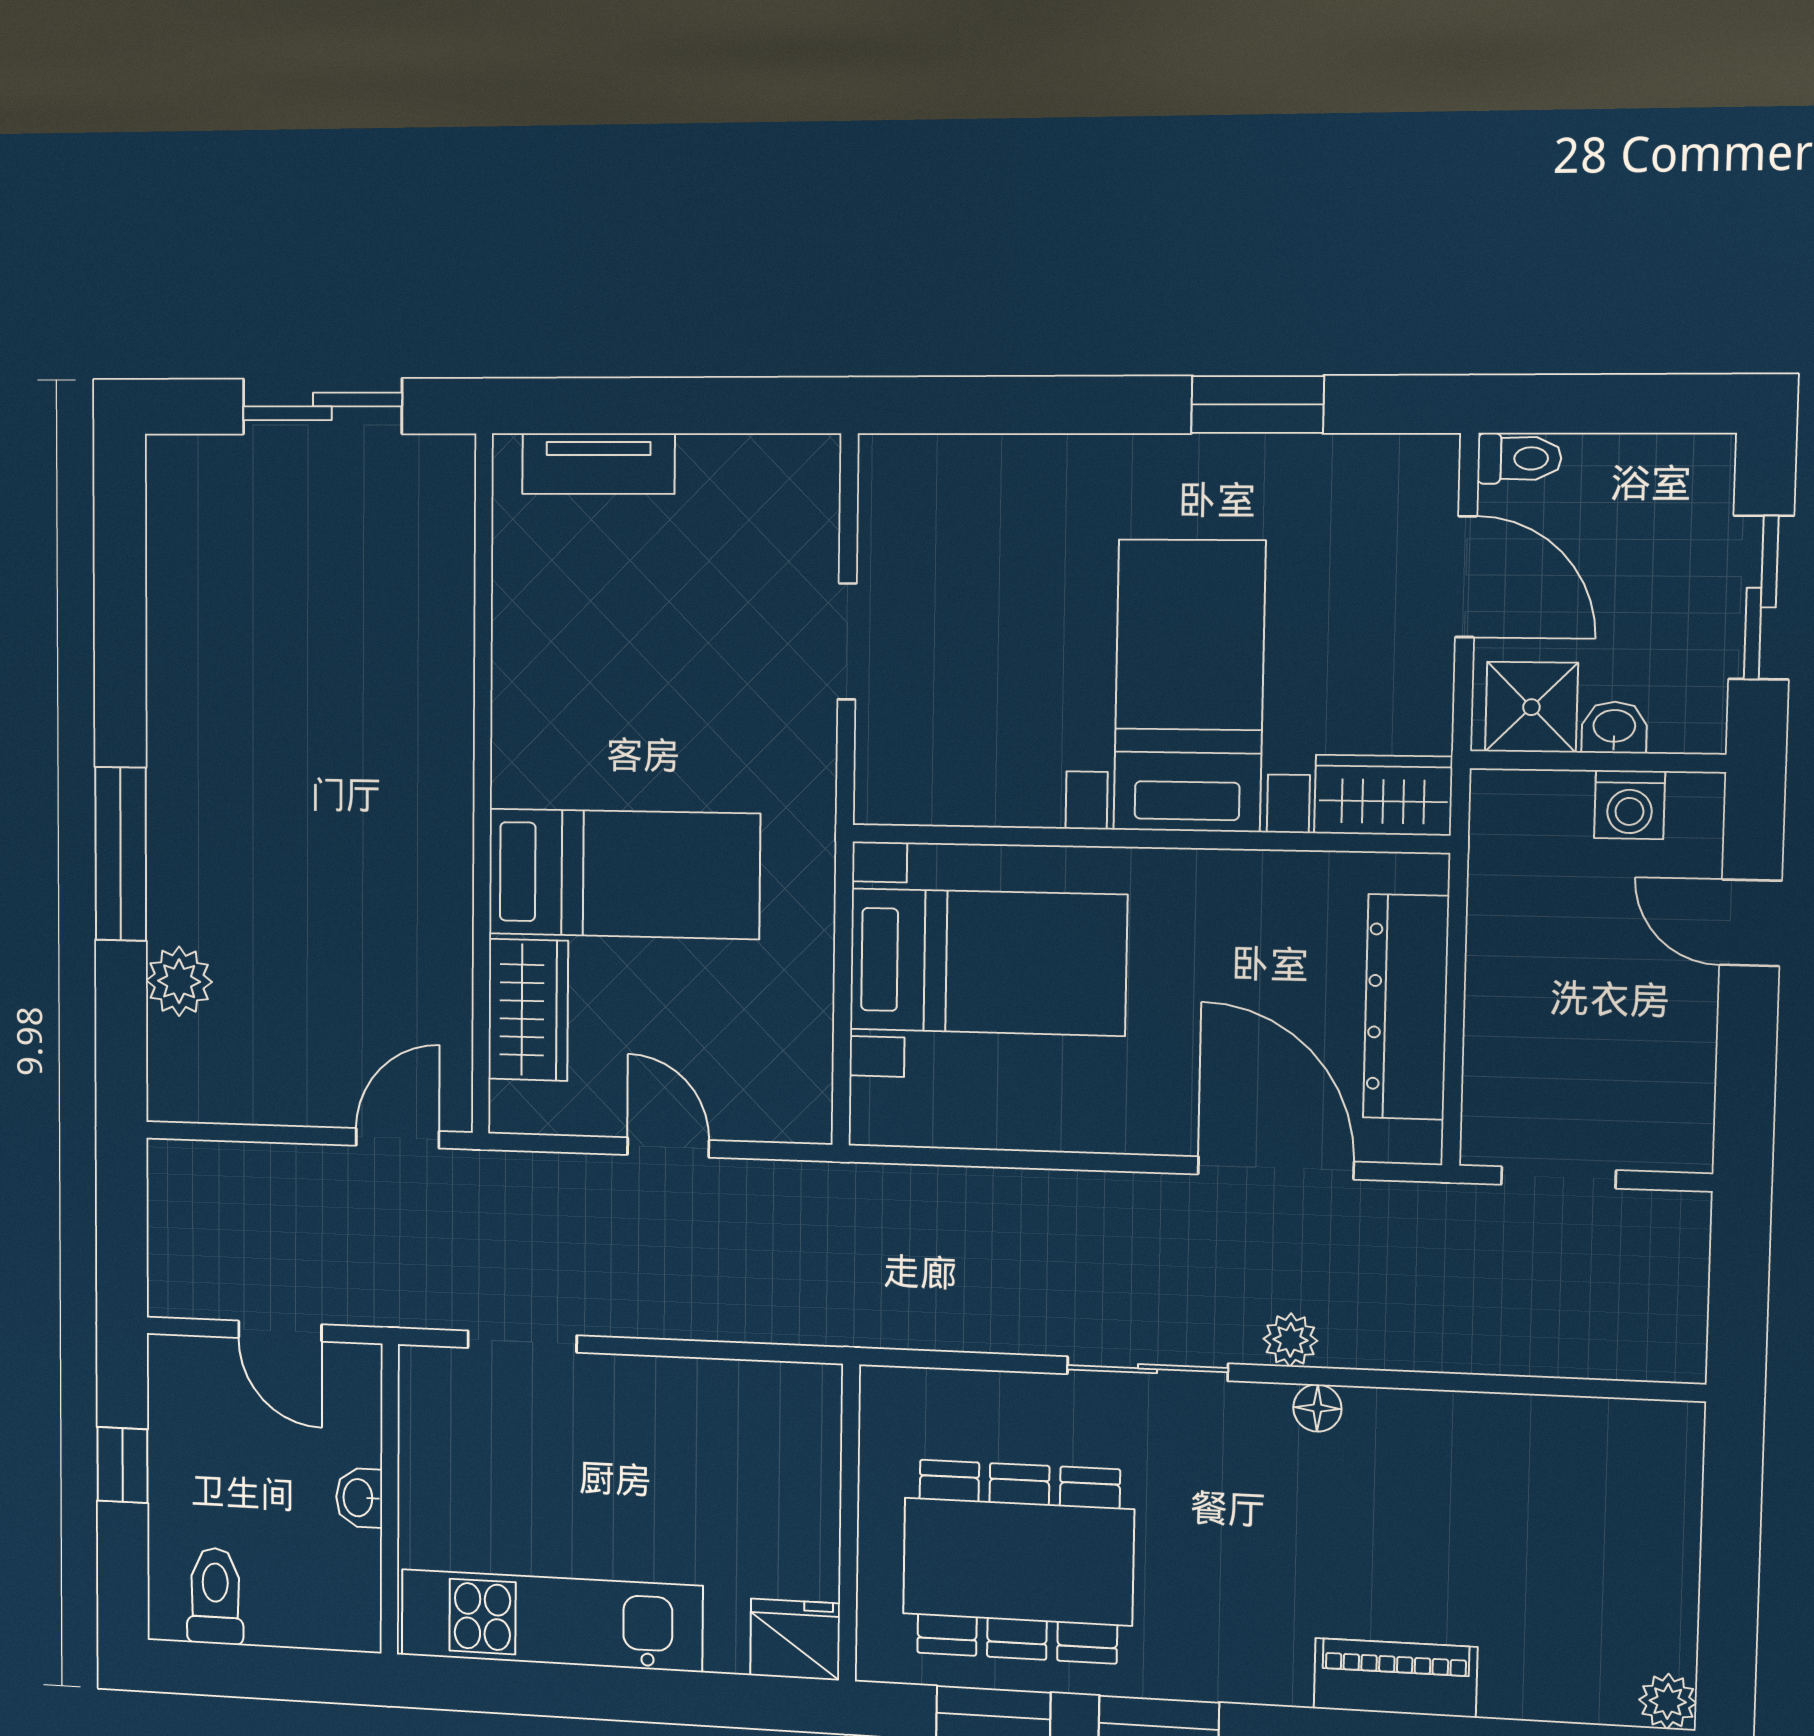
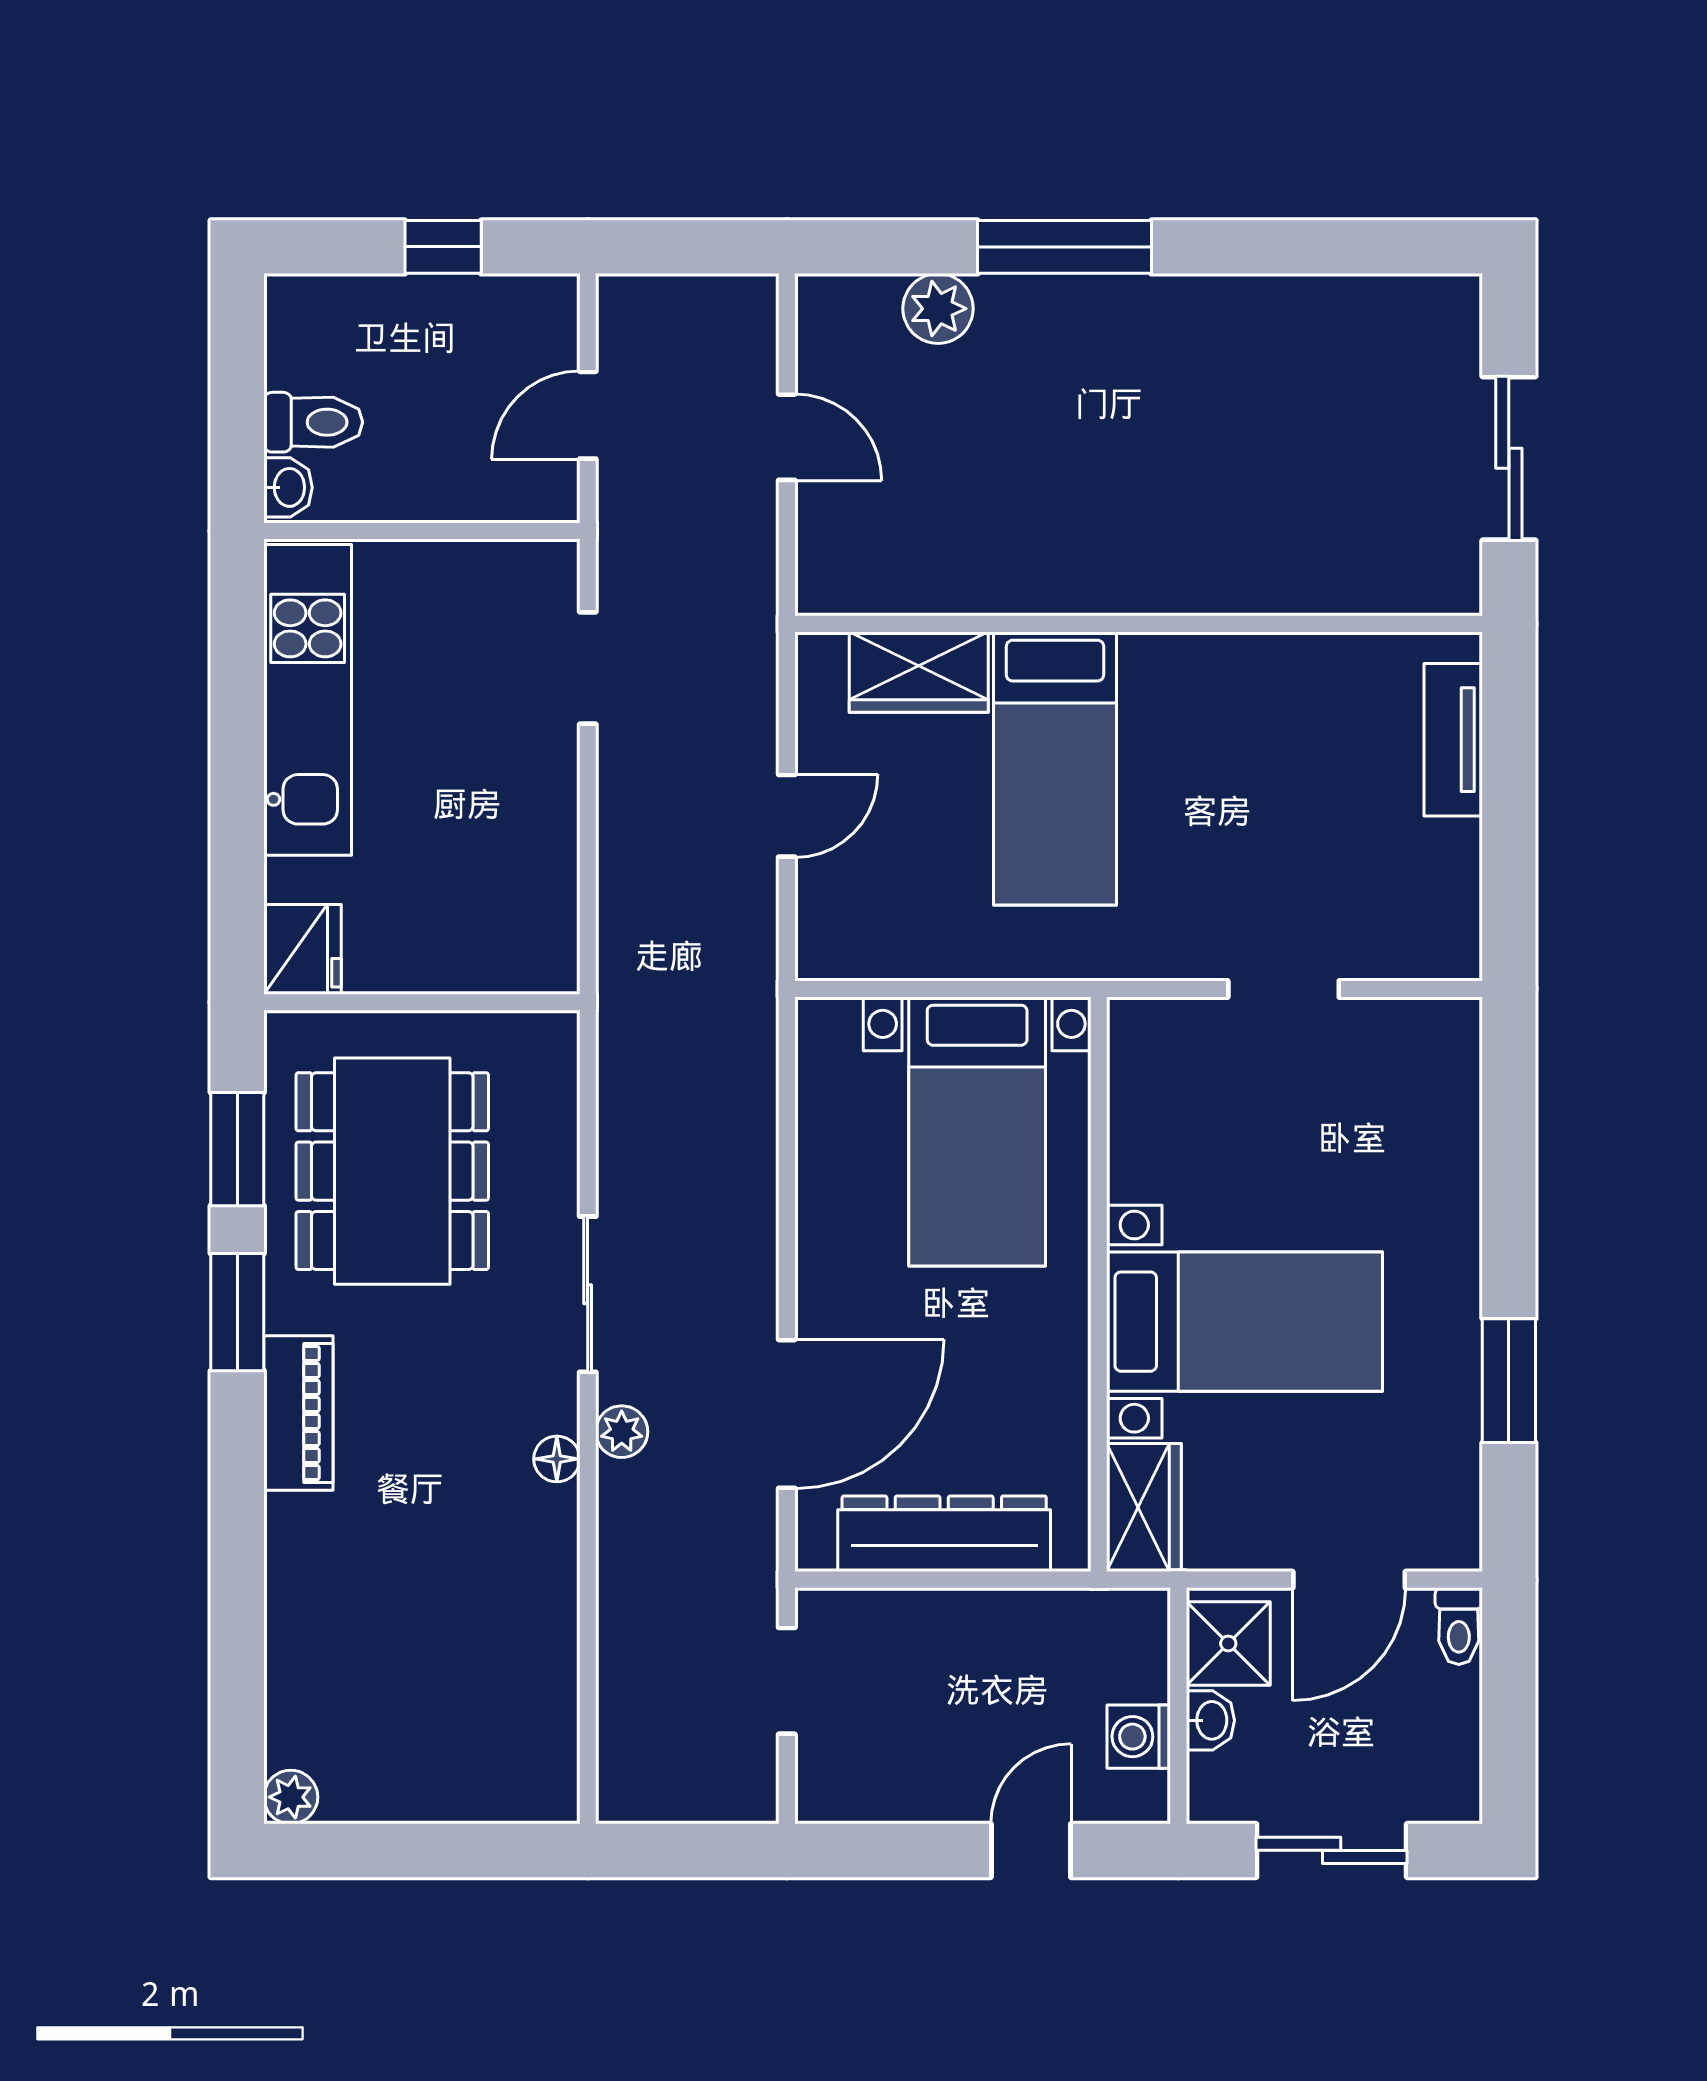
door: (398, 1138) -> (787, 437), moved
washbasin: (359, 1498) -> (288, 487), moved, turned 90
toilet: (215, 1596) -> (313, 422), moved
piano: (1395, 1678) -> (298, 1413), moved

